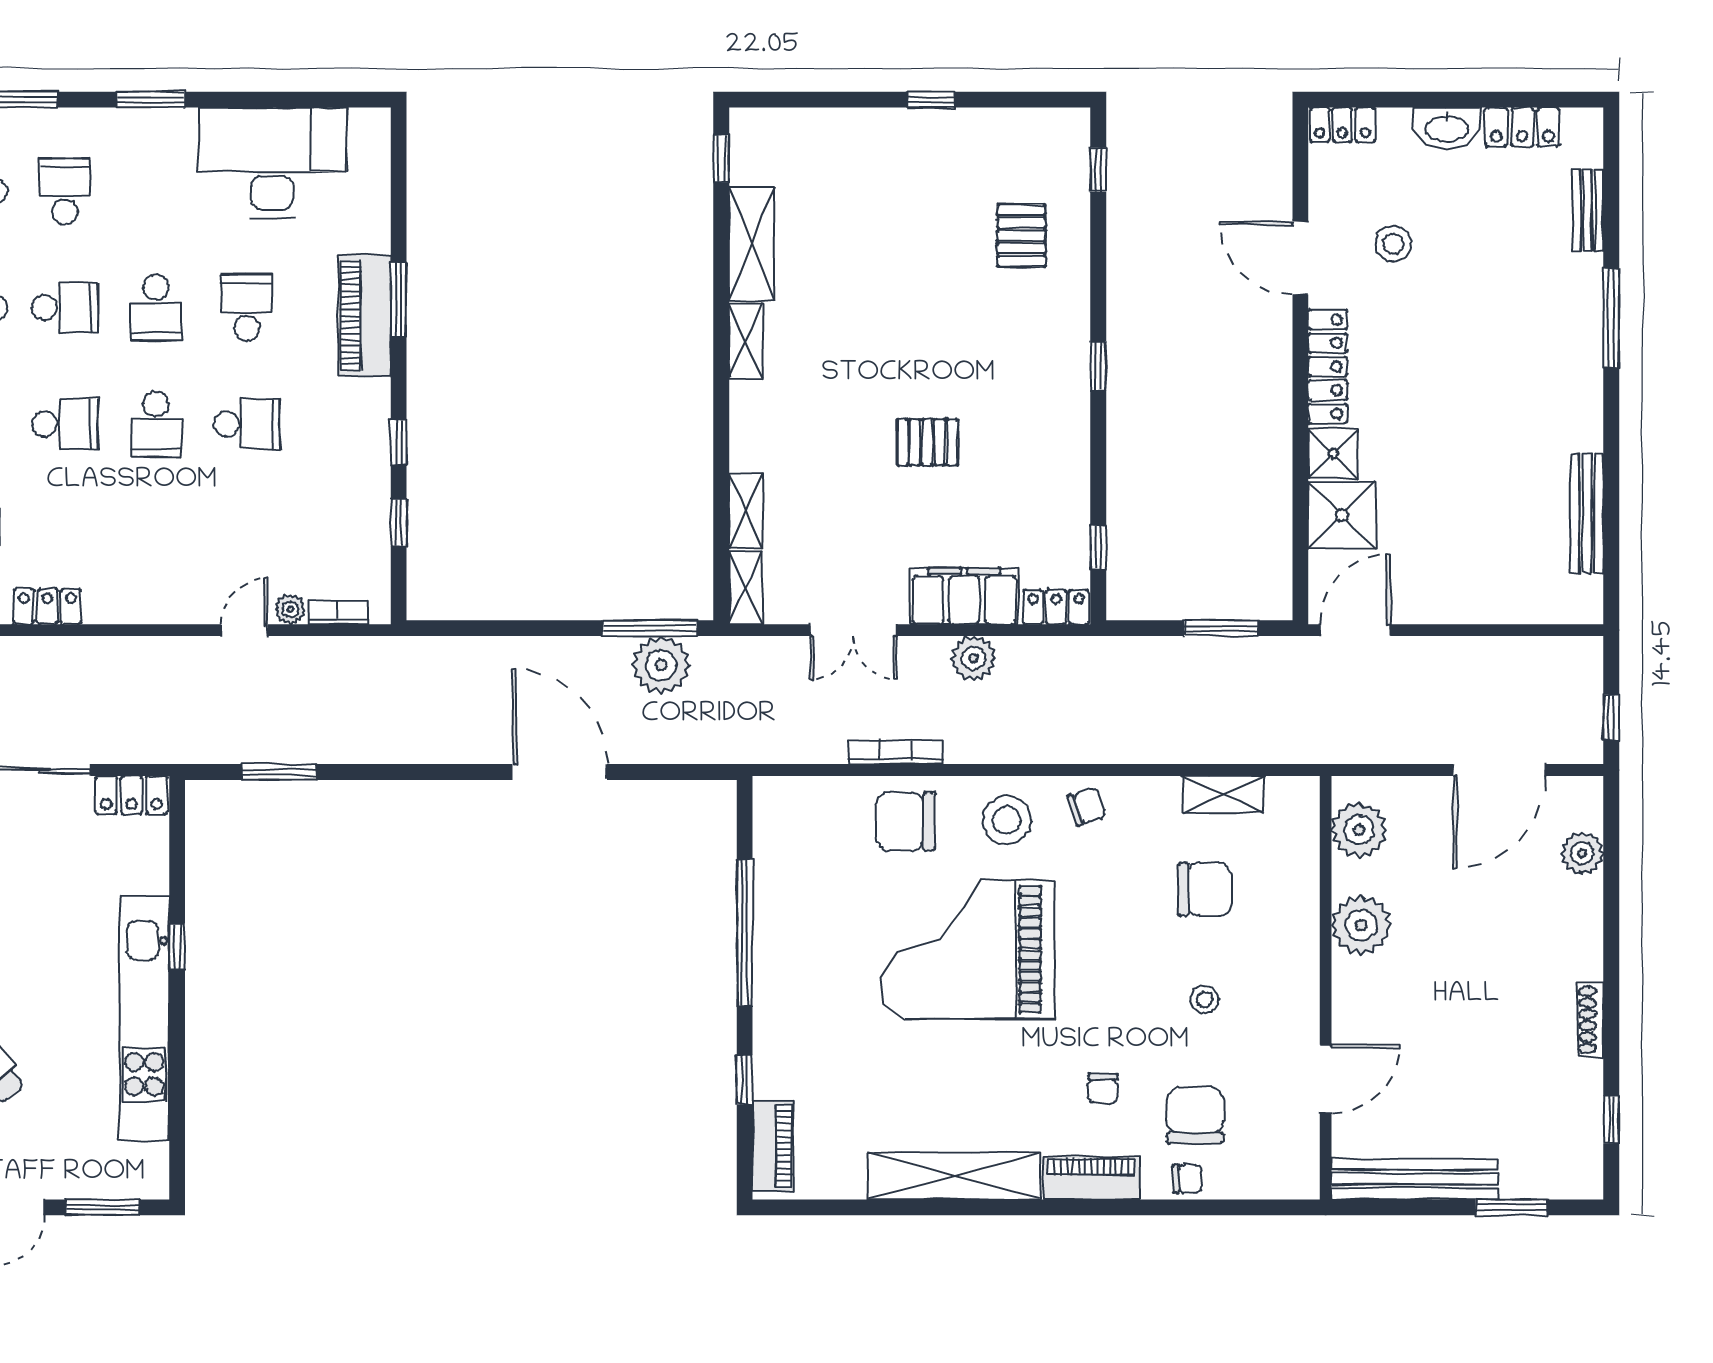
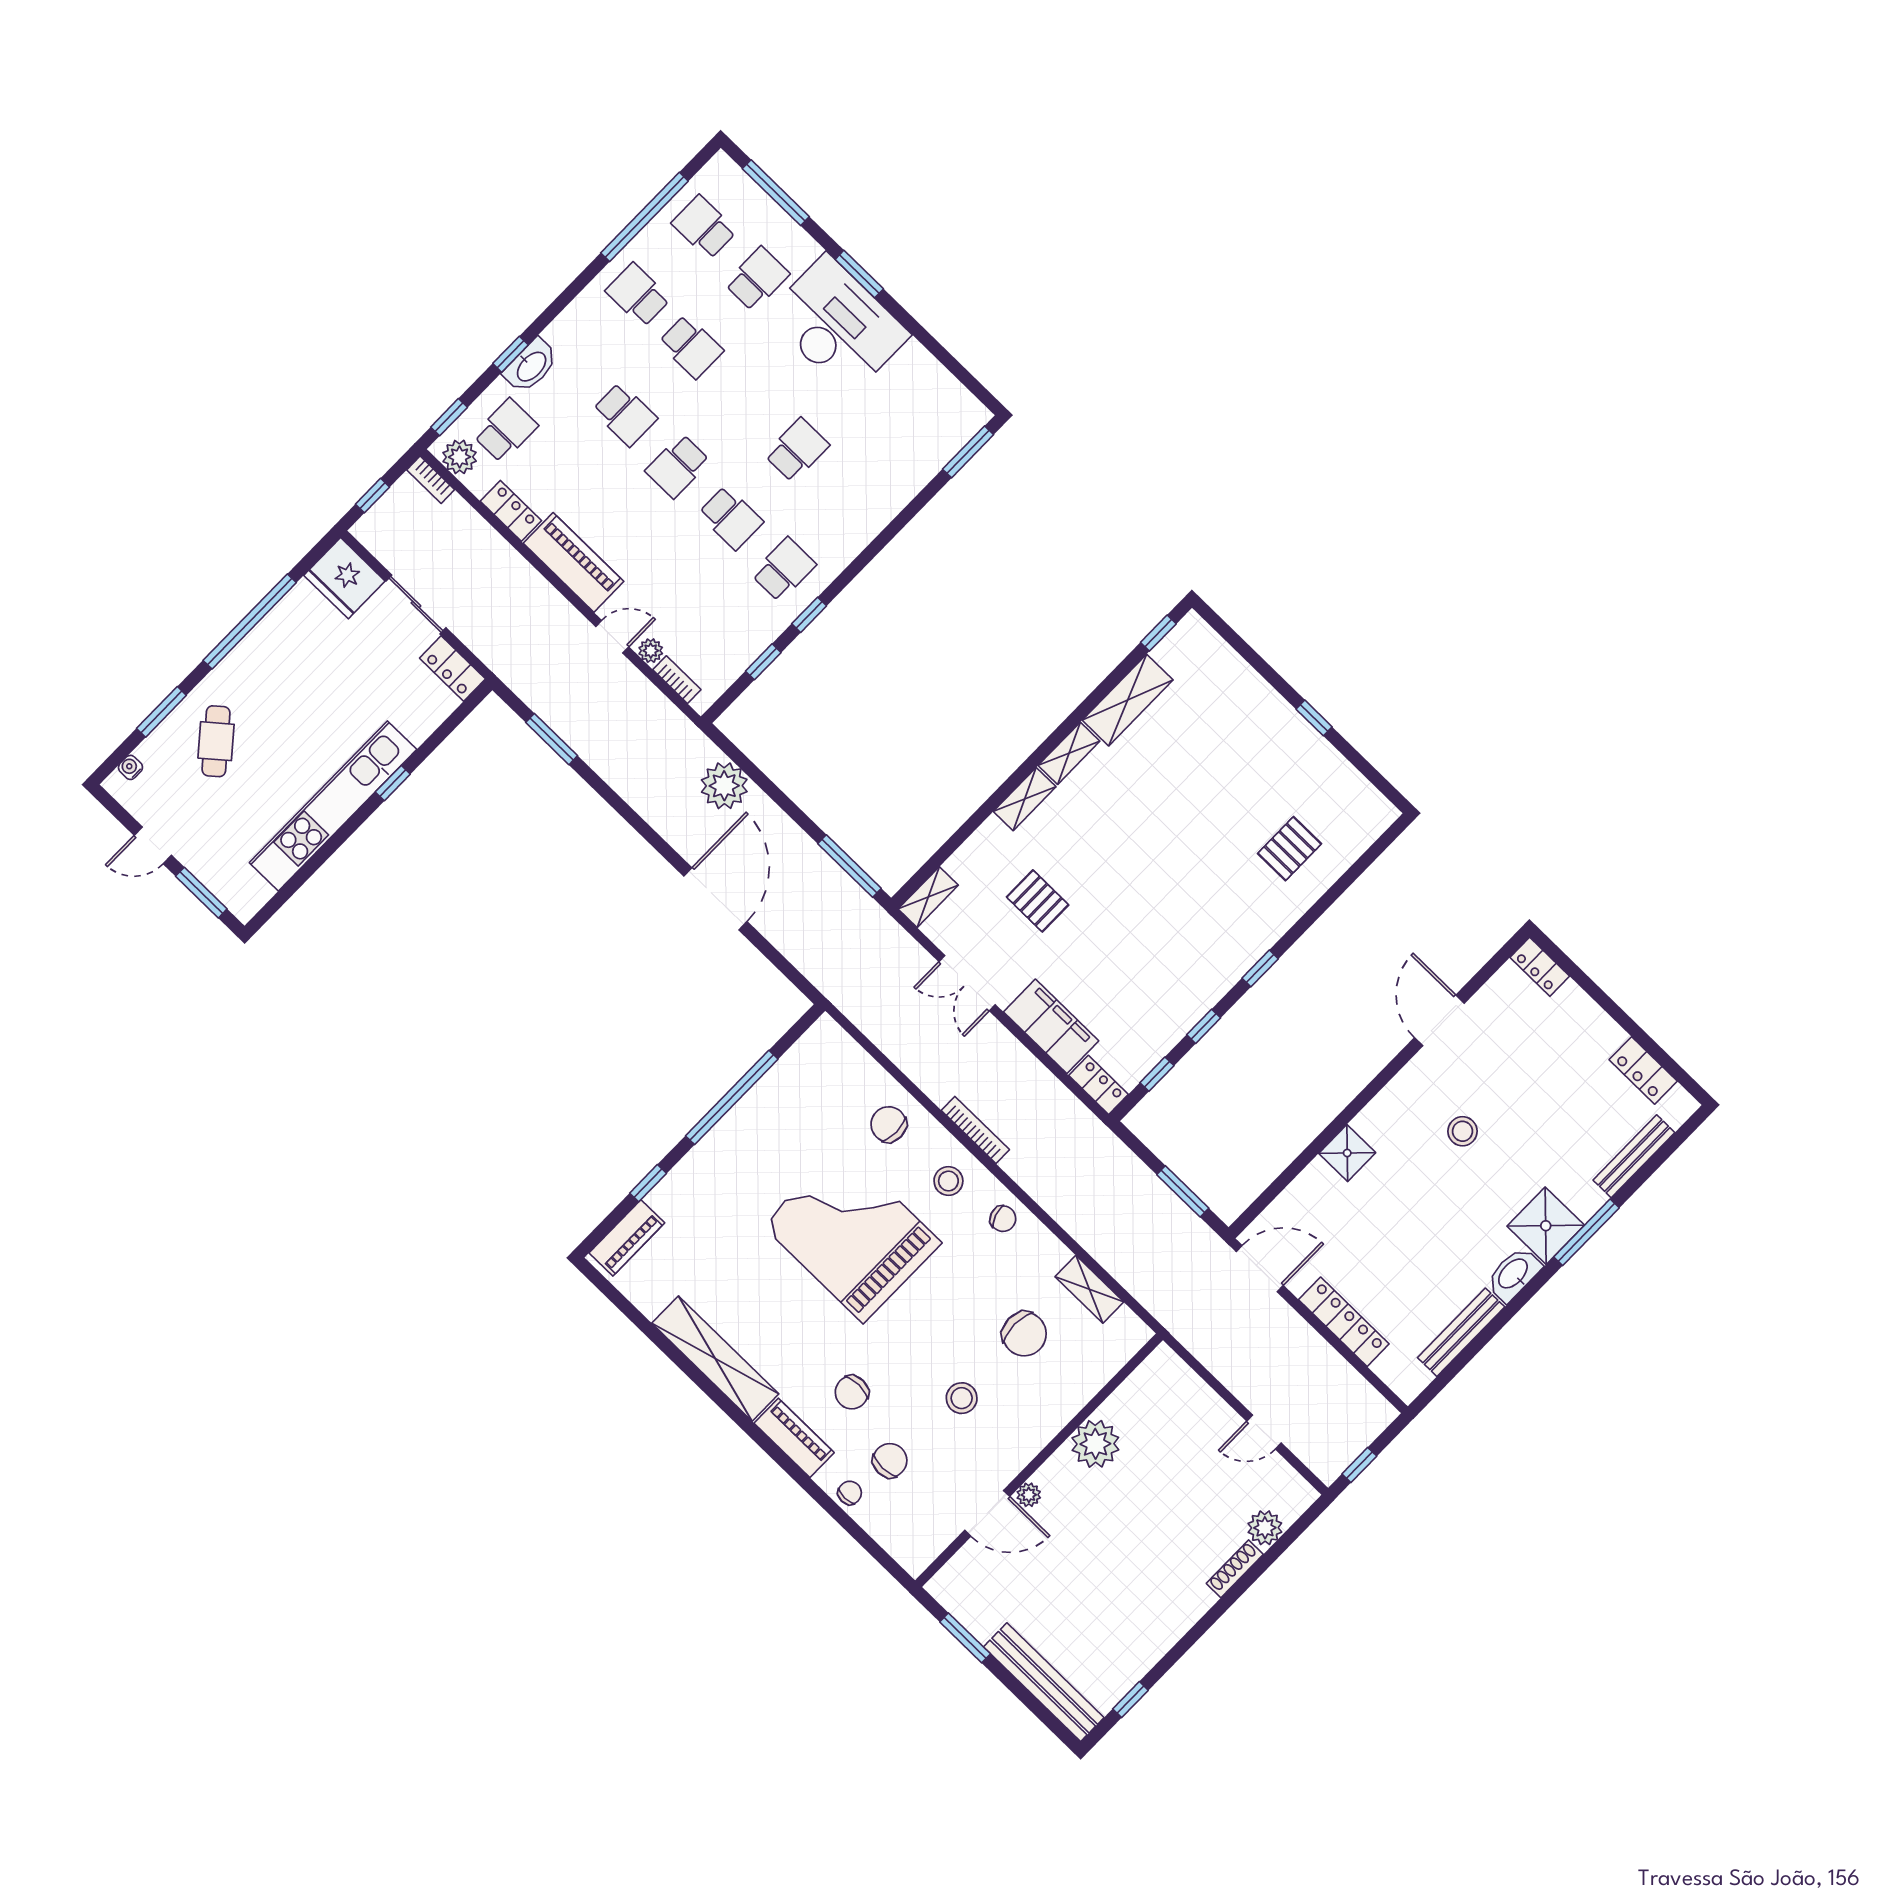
washbasin: (1447, 128) -> (1514, 1274), moved, turned 90
desk: (272, 163) -> (838, 325), moved
window: (1098, 170) -> (1204, 1026), moved
bench: (1588, 211) -> (1634, 1156), width x1.36
stool: (1393, 244) -> (1463, 1131), moved
window: (399, 300) -> (968, 452), moved
school desk: (156, 308) -> (784, 569), moved, turned 180
piano: (365, 316) -> (574, 562), moved, turned 90
locker: (1328, 367) -> (1344, 1322), moved, turned -90
pallet: (927, 442) -> (1038, 901), moved
shelving: (746, 511) -> (1025, 799), moved
shower: (1342, 515) -> (1546, 1226), moved
plant: (974, 658) -> (1021, 1068), removed
plant: (661, 665) -> (724, 786), moved
bookcase: (896, 752) -> (975, 1130), moved
door: (1499, 770) -> (1264, 1432), width x0.53
stool: (1007, 820) -> (948, 1181), width x0.73, depth x0.73
chair: (905, 822) -> (889, 1124), width x0.73, depth x0.73
plant: (1359, 830) -> (1029, 1495), moved, width x0.53, depth x0.53
stool: (1204, 1000) -> (962, 1398), width x1.37, depth x1.37
shoe rack: (1591, 1020) -> (1235, 1569), moved
chair: (1103, 1089) -> (852, 1392), width x1.37, depth x1.37
chair: (1195, 1116) -> (890, 1460), width x0.73, depth x0.73
chair: (1187, 1179) -> (850, 1493), turned -90
bench: (1415, 1179) -> (1044, 1682), moved
window: (1512, 1207) -> (965, 1638), moved

